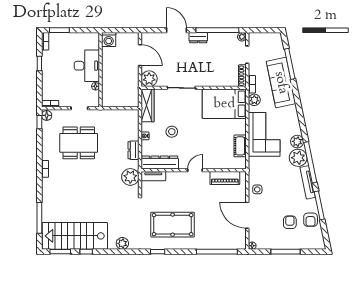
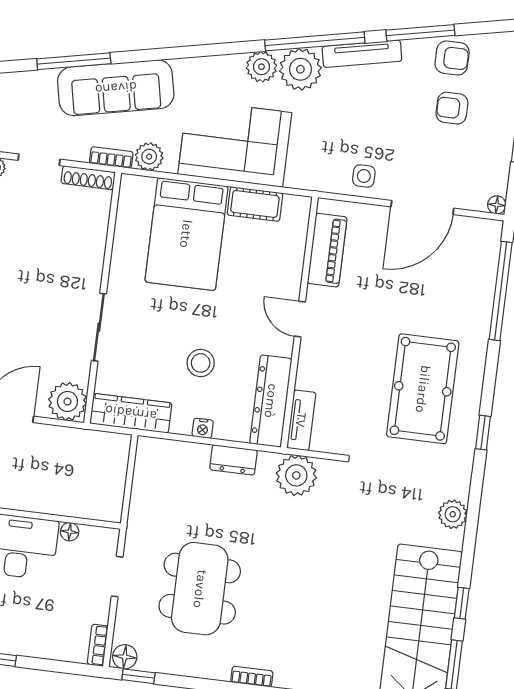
bed: (224, 104) -> (186, 234), moved

